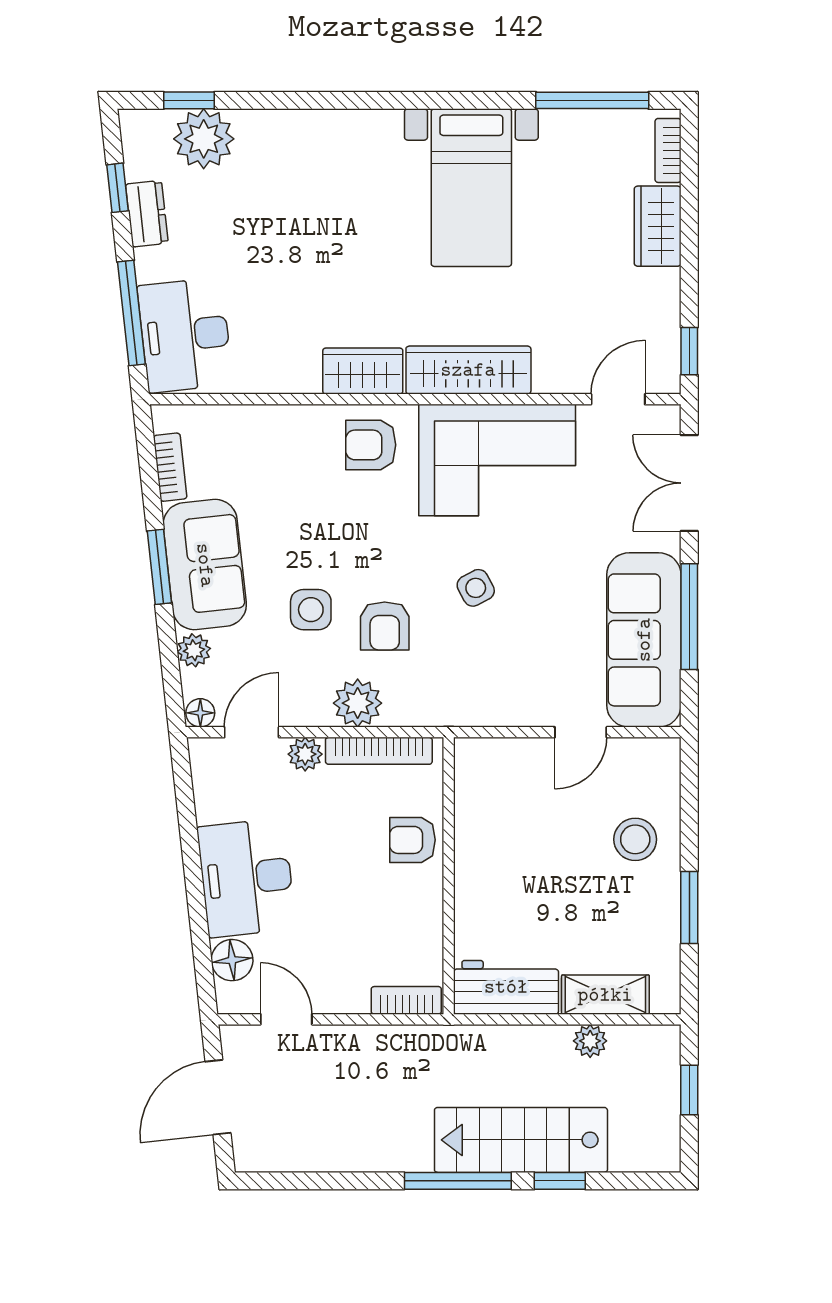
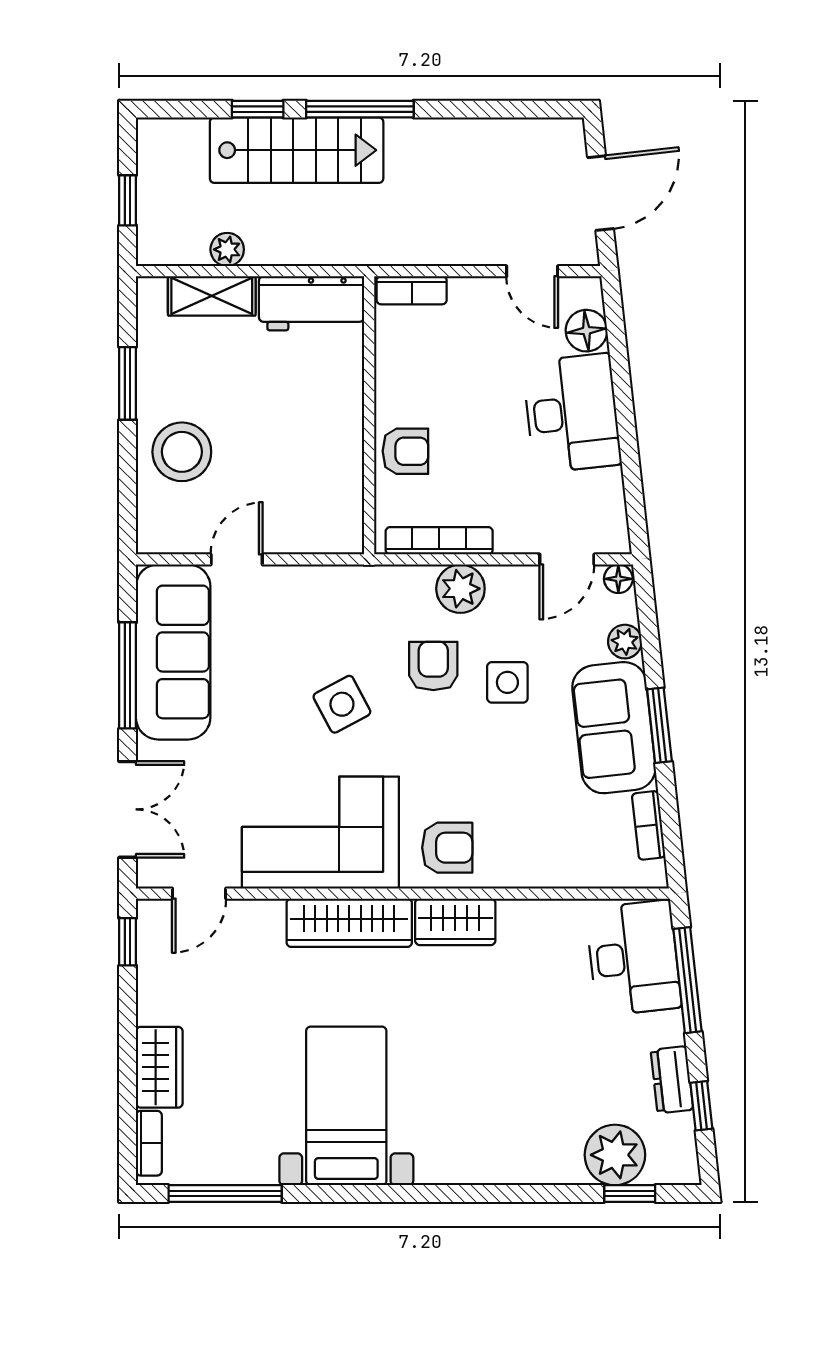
side table: (476, 588) -> (342, 704), width x1.37, depth x1.37
plant: (305, 754) -> (513, 537), removed
stool: (635, 839) -> (182, 452), width x1.38, depth x1.38

